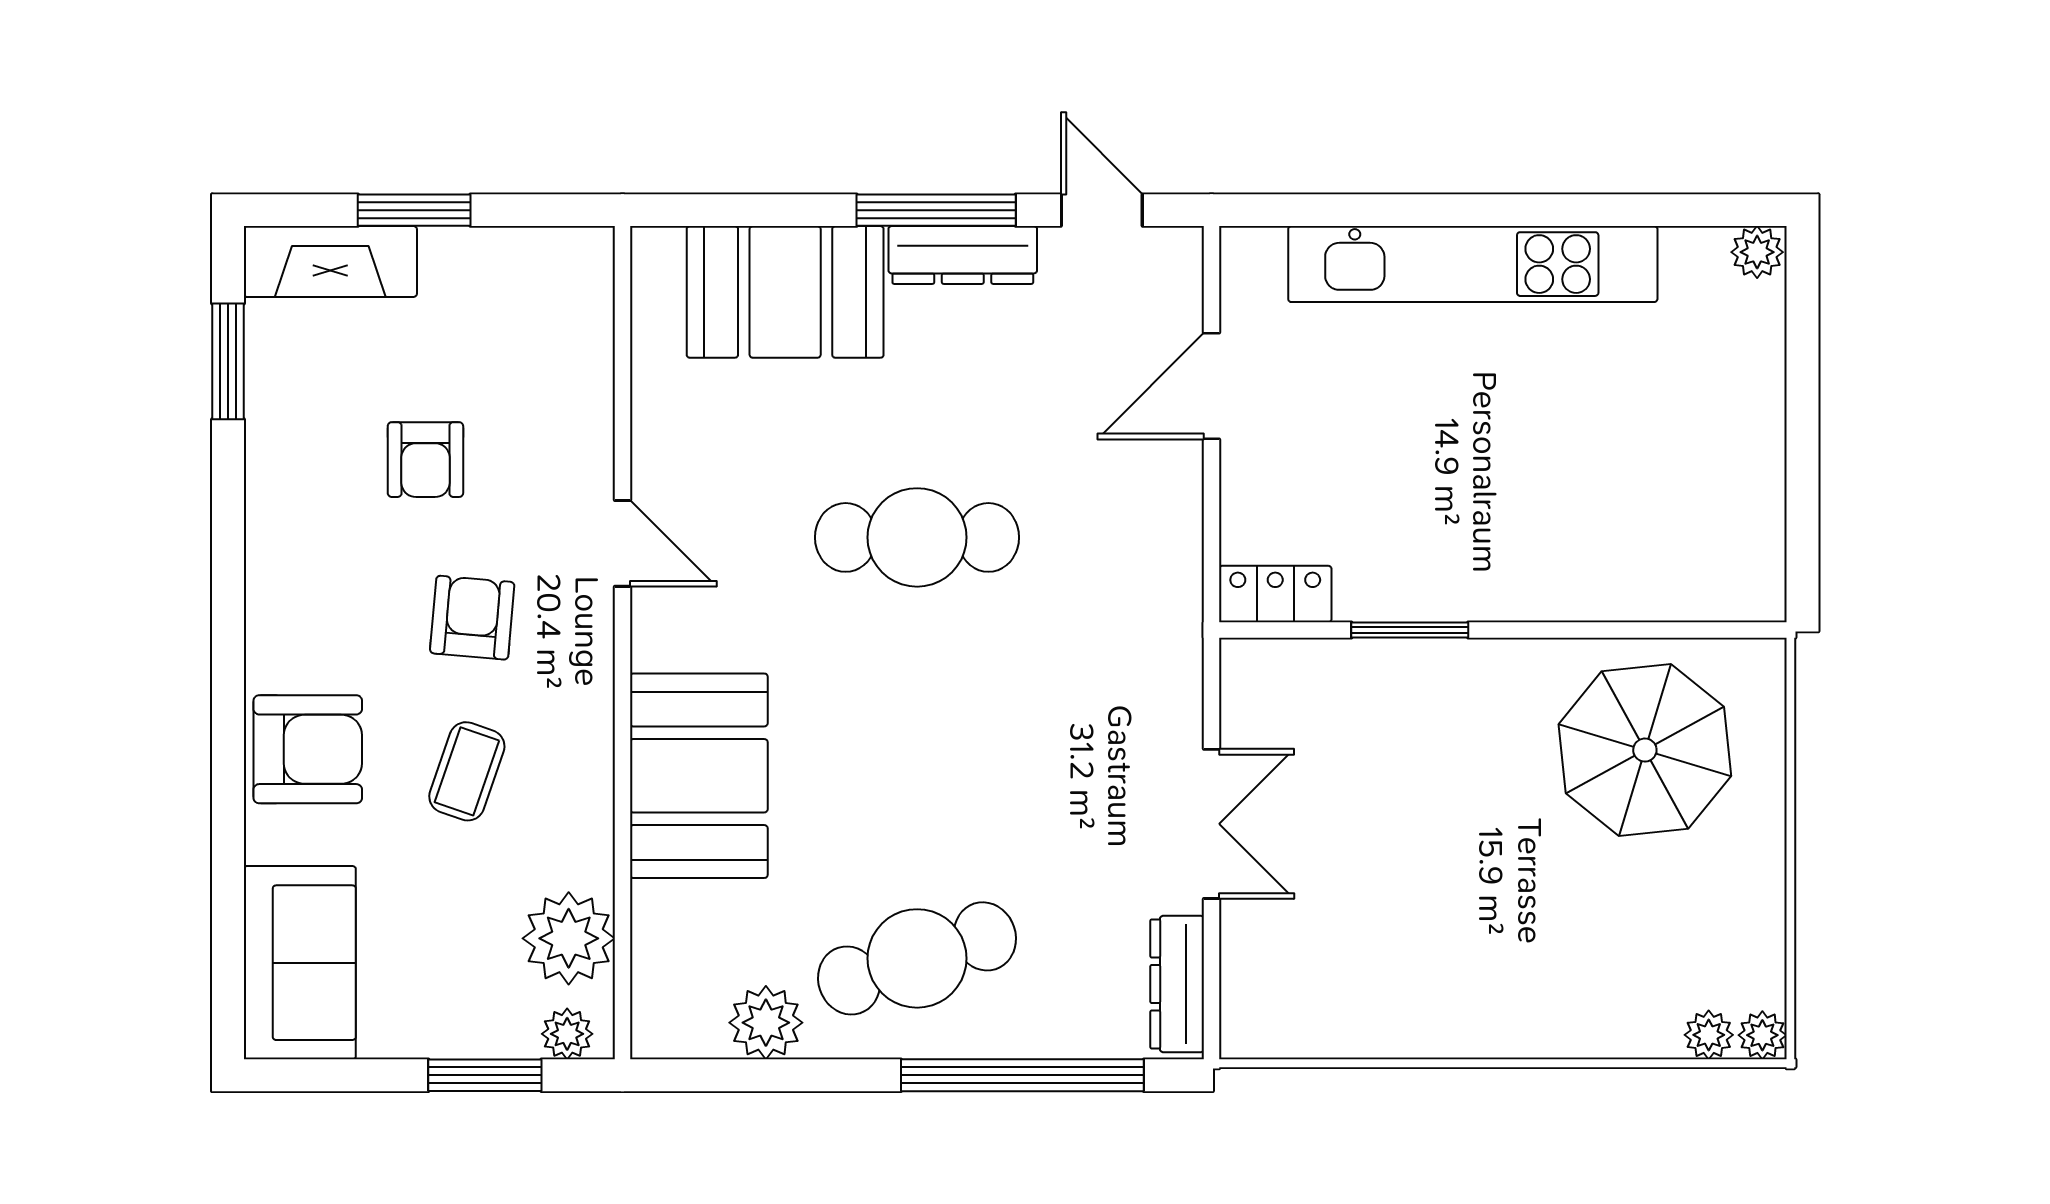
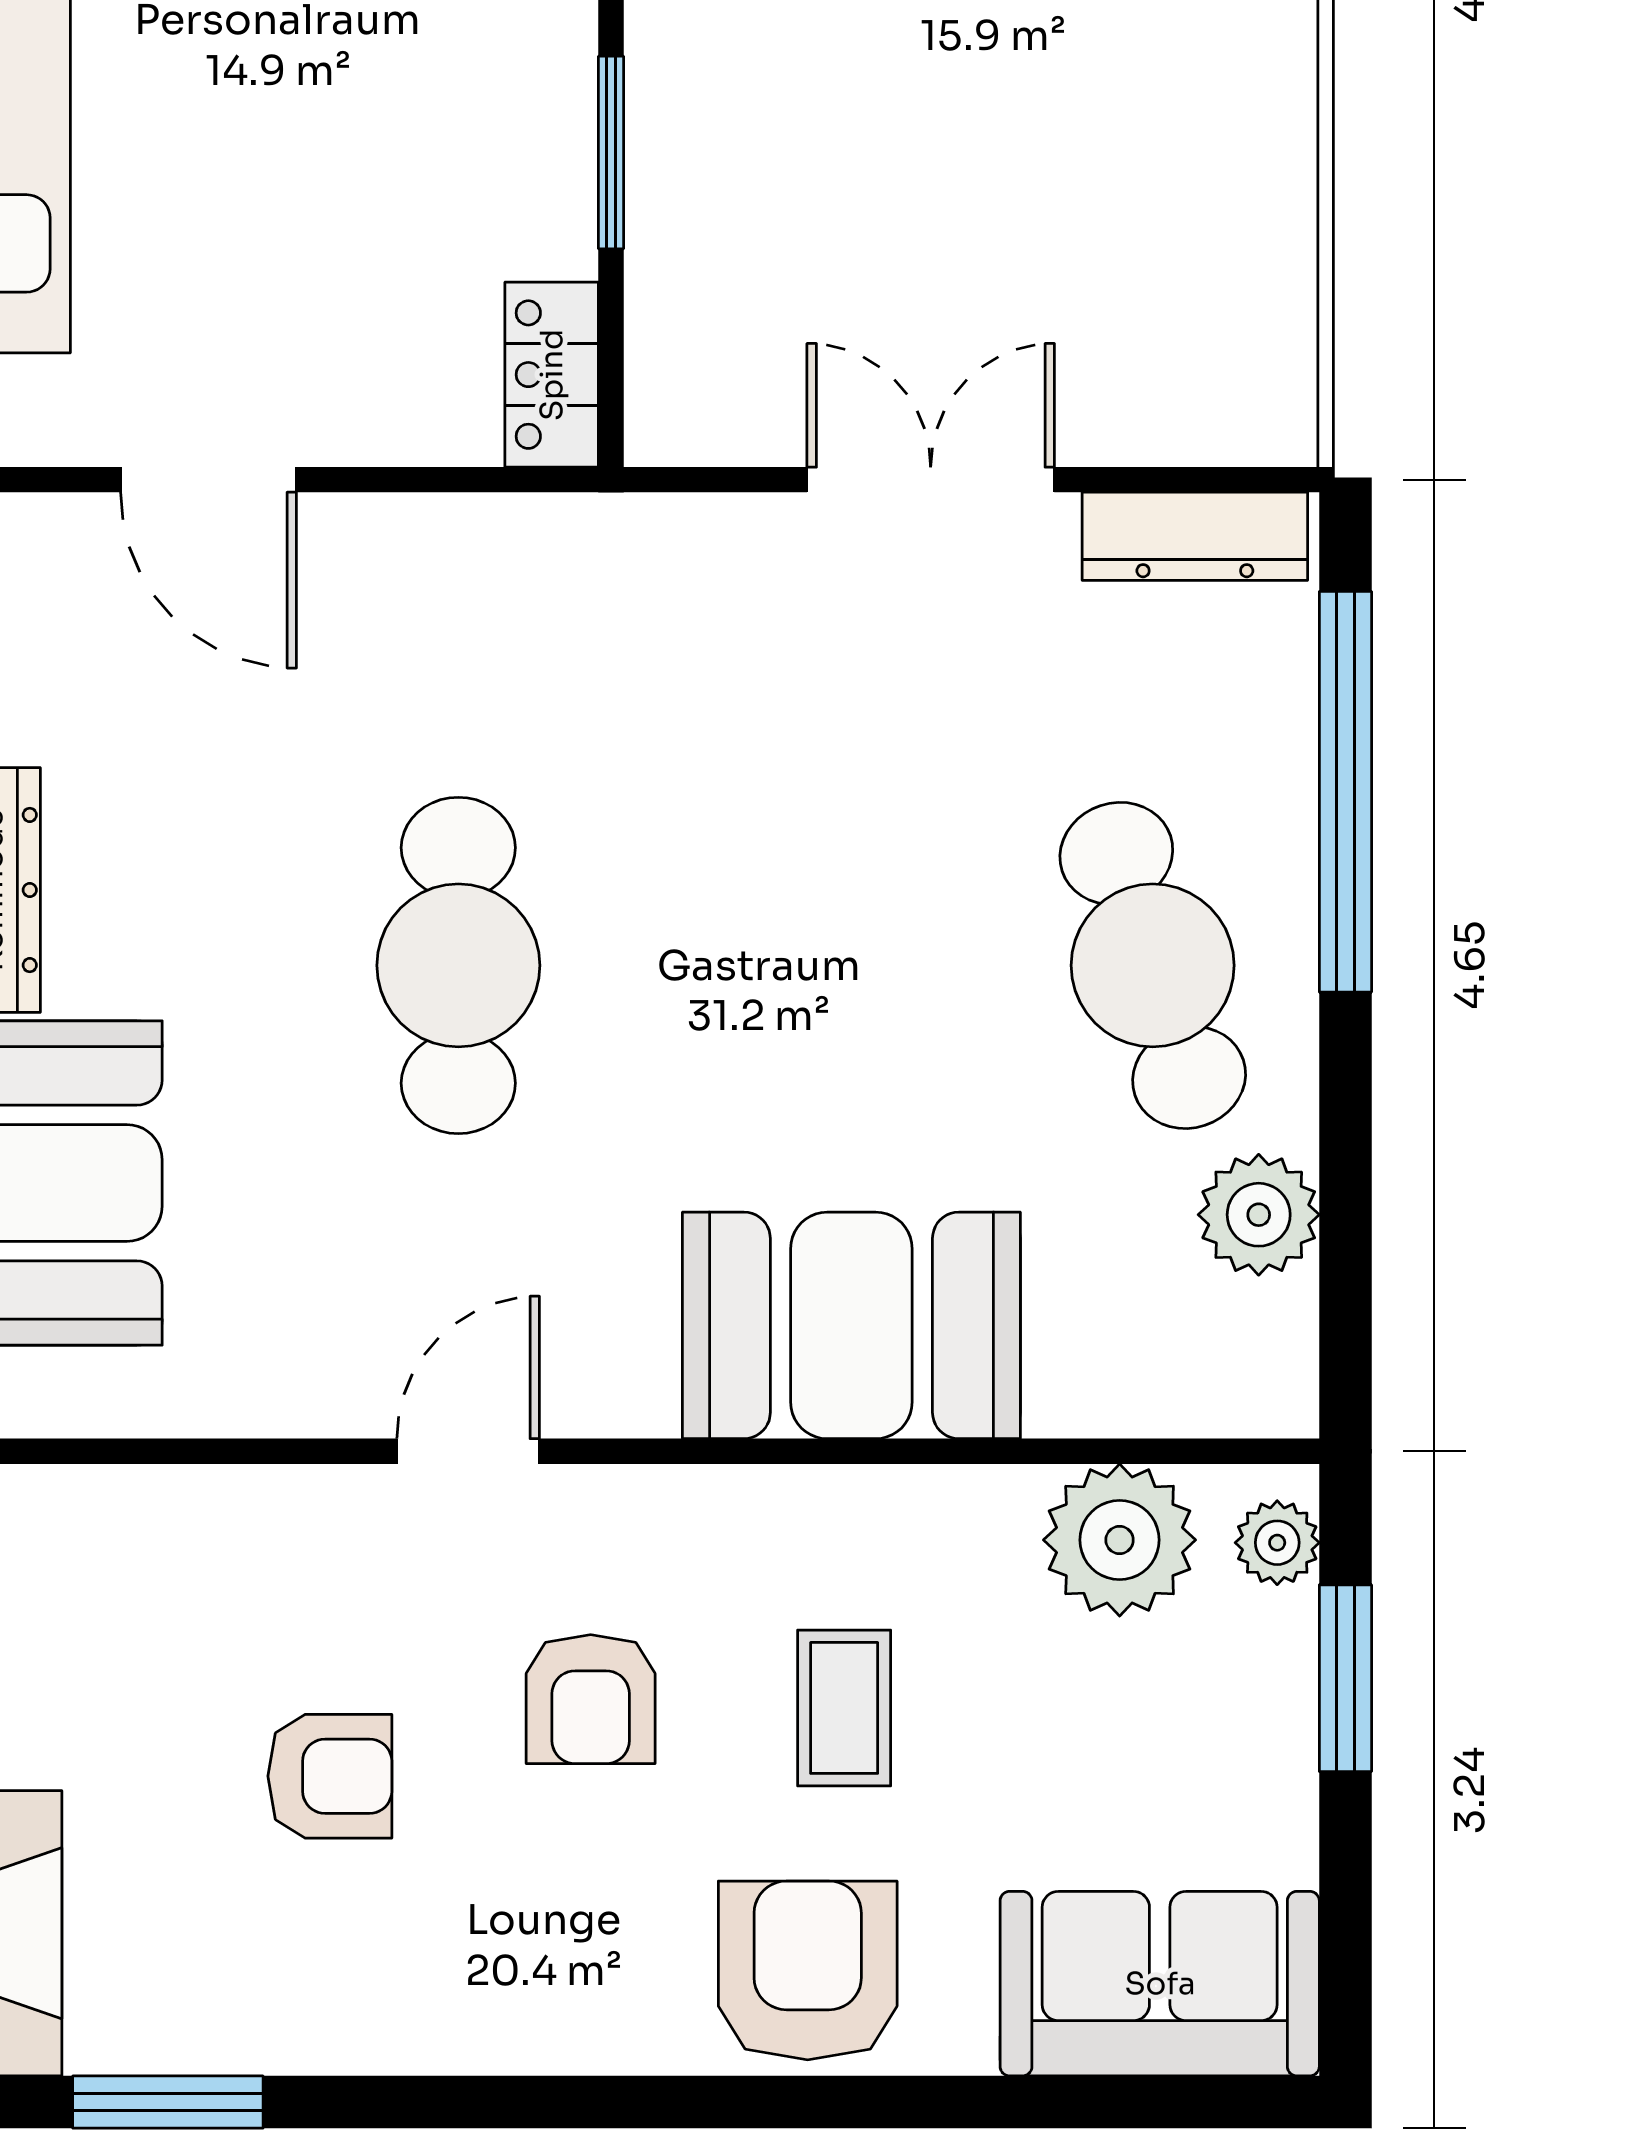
armchair: (472, 618) -> (591, 1699), turned -95
coffee table: (467, 771) -> (844, 1708), turned 71

